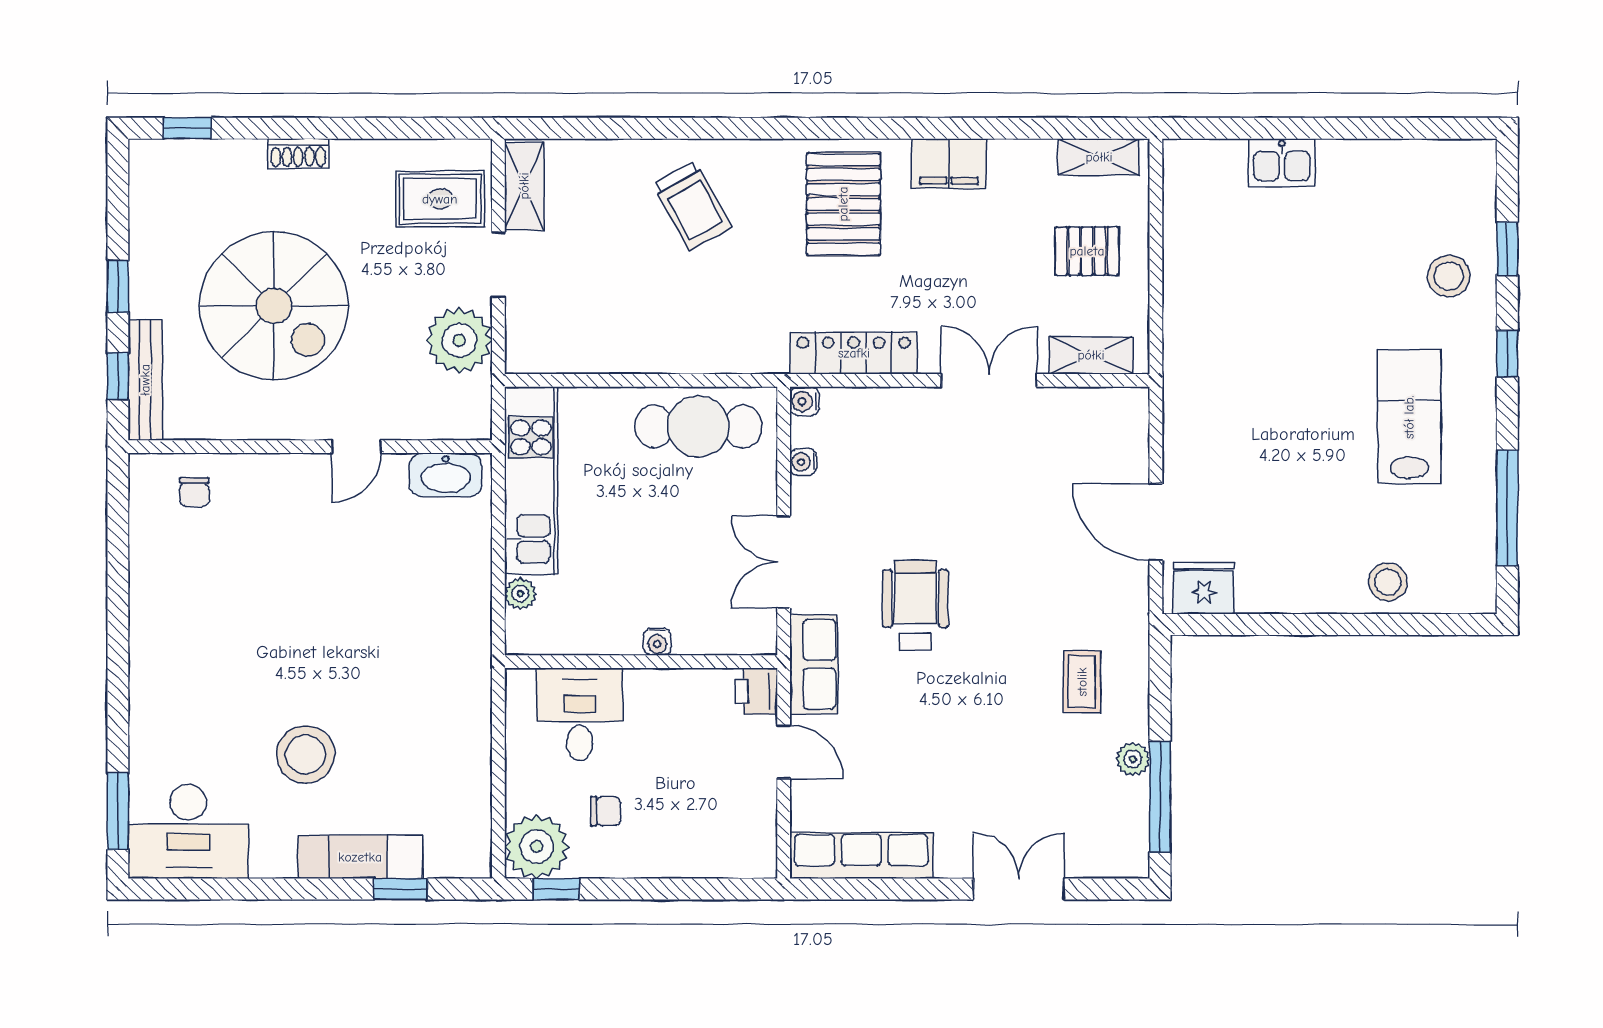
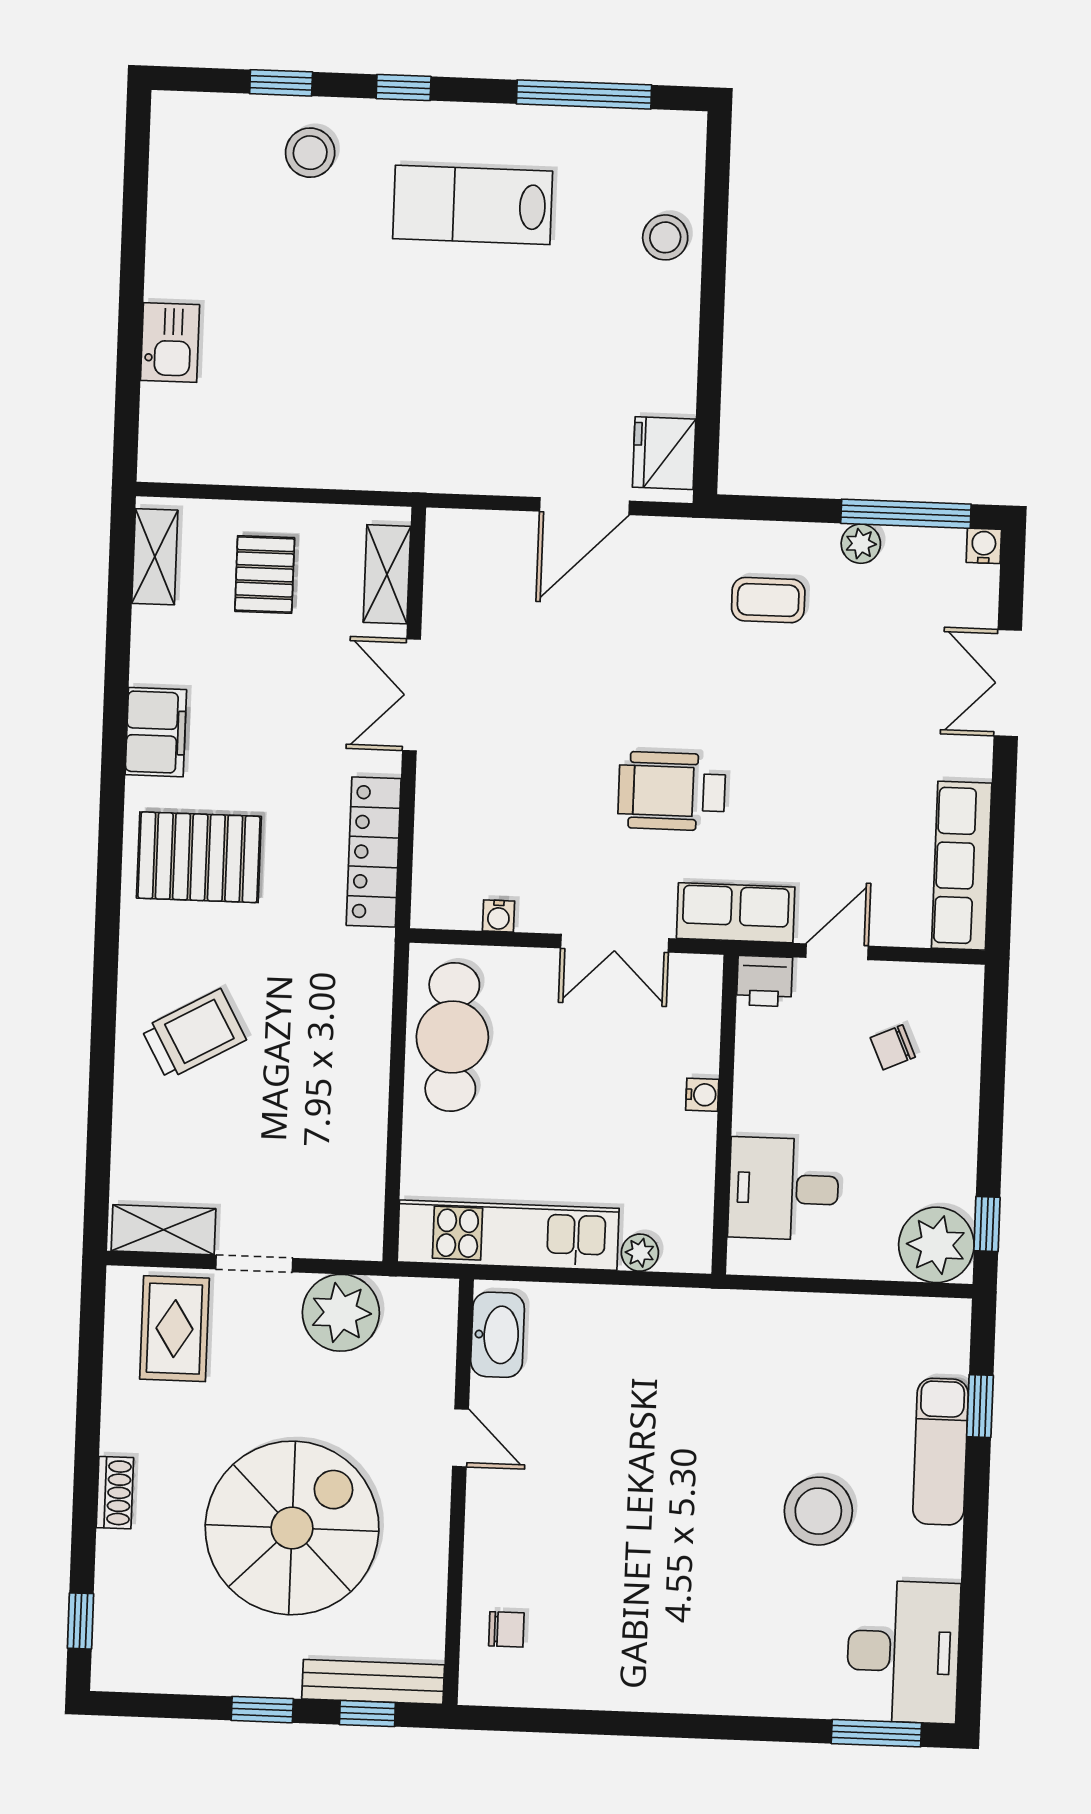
water cooler: (804, 401) -> (984, 546), moved, turned 180
chair: (605, 811) -> (893, 1047), moved, turned -114

